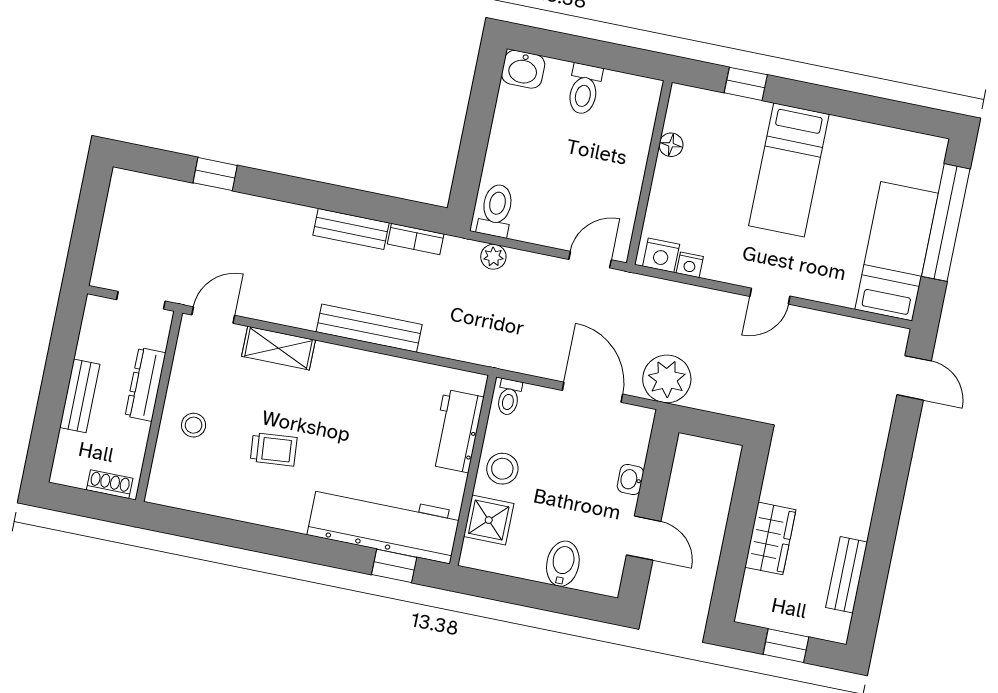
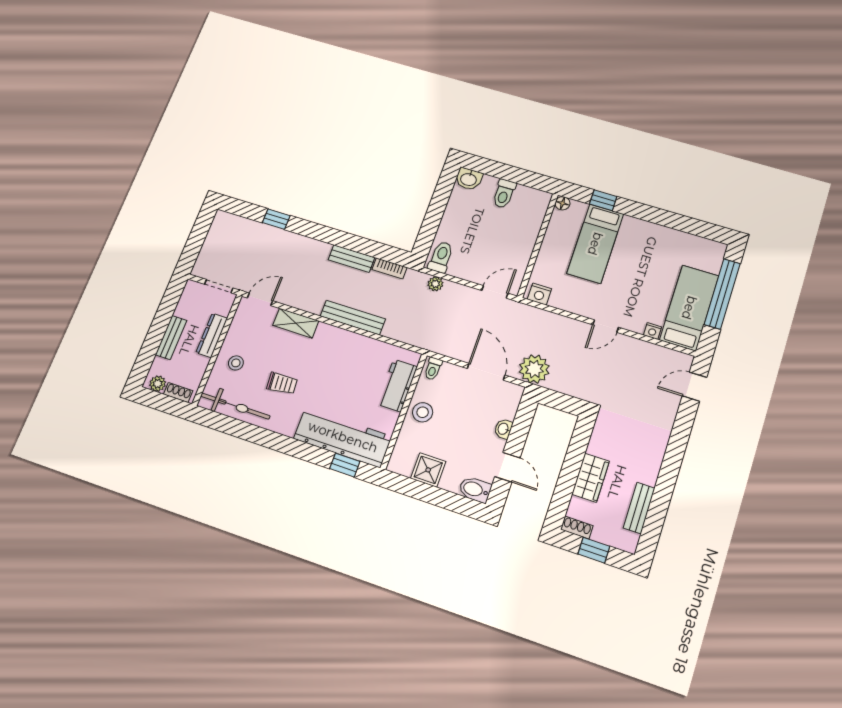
floor lamp: (671, 145) -> (563, 203), moved
bed: (789, 170) -> (595, 244), moved
nightstand: (690, 265) -> (652, 331), moved
door: (914, 378) -> (694, 387), swing flipped
plant: (73, 474) -> (158, 384), added
bicycle: (206, 495) -> (235, 406), added
shower: (489, 520) -> (428, 470), moved
bidet: (563, 564) -> (475, 490), moved, turned -90
shoe rack: (757, 616) -> (577, 528), added

